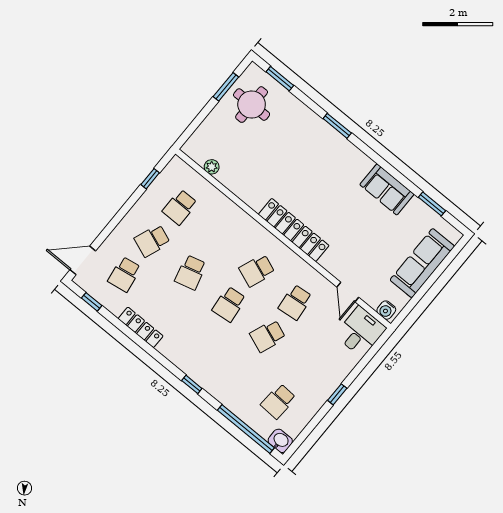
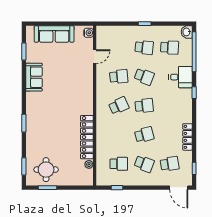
locker: (294, 230) -> (87, 137), moved
school desk: (257, 271) -> (119, 106), turned -45
desk: (361, 332) -> (181, 77), moved, turned 180
school desk: (306, 368) -> (144, 47), added

